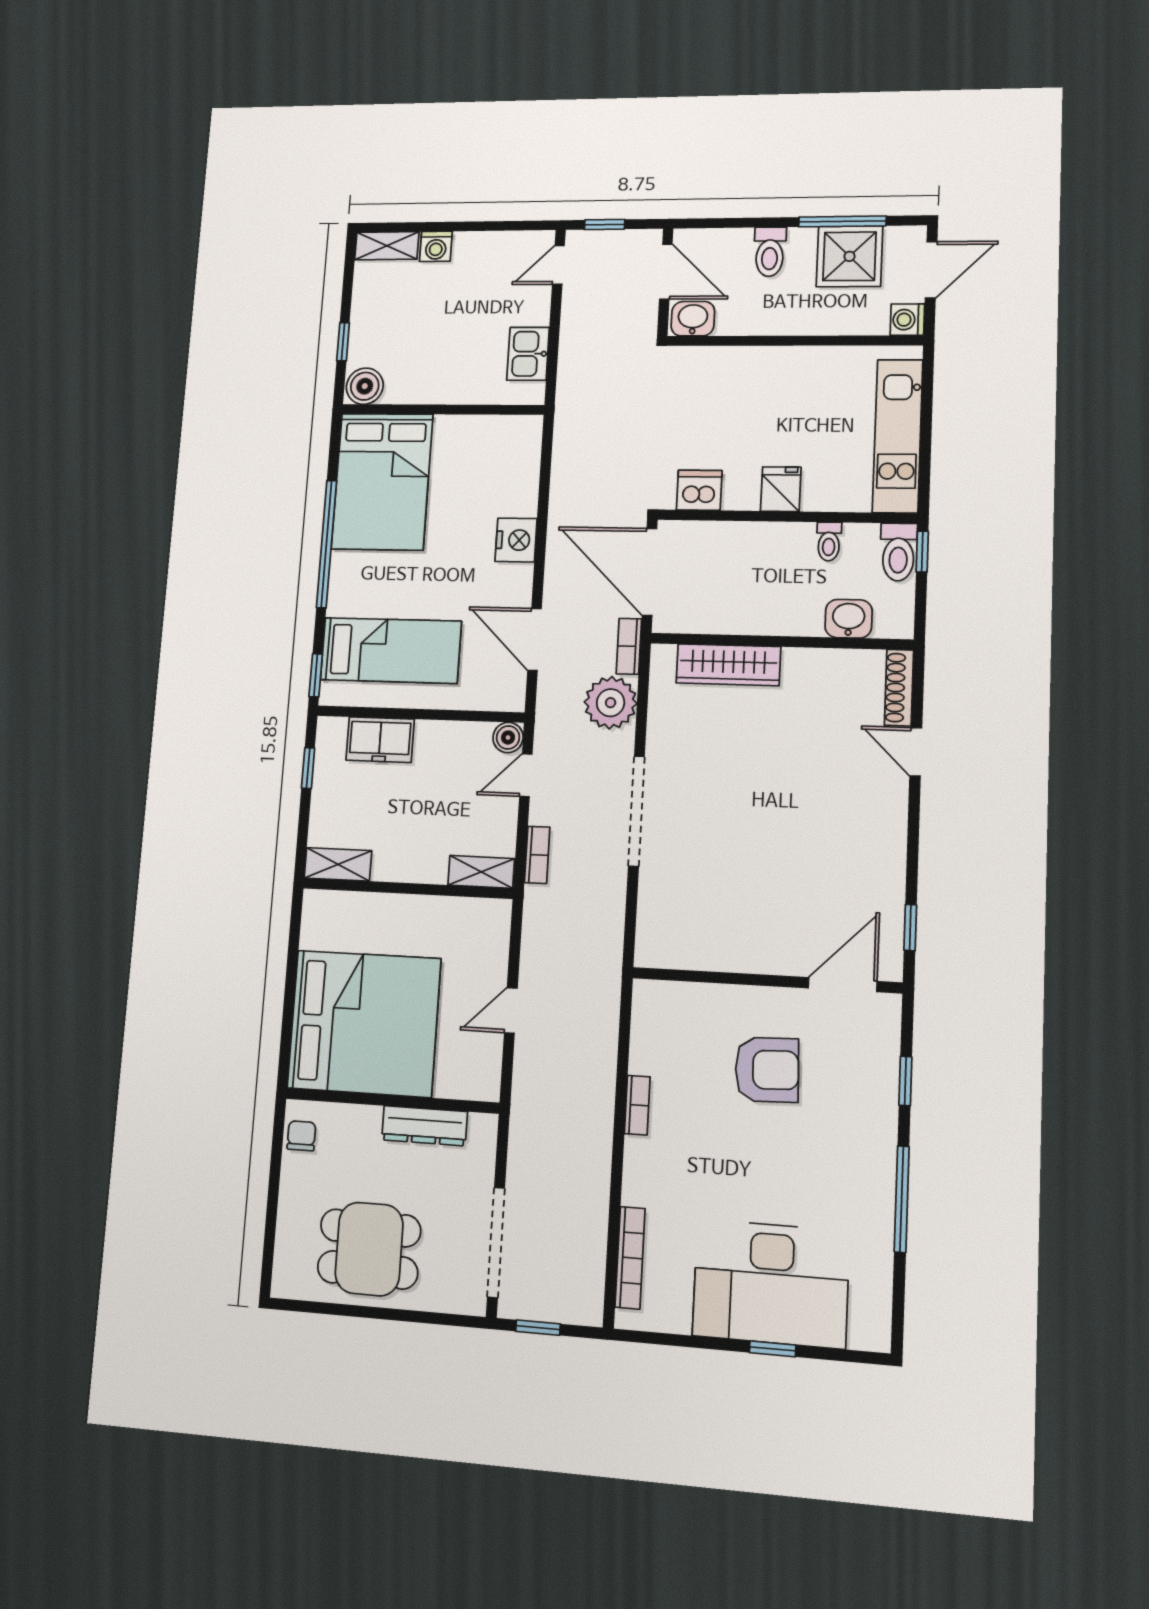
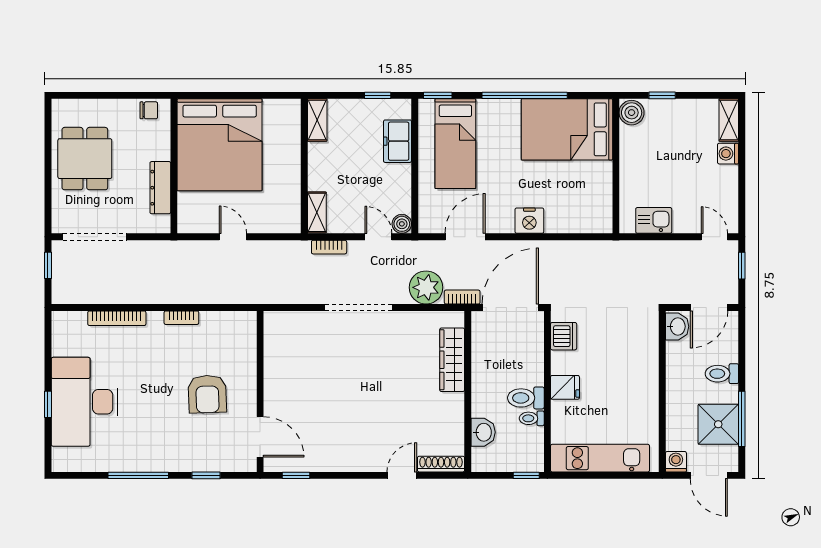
toilet: (898, 552) -> (526, 398), moved
bookcase: (630, 1258) -> (117, 318), moved

